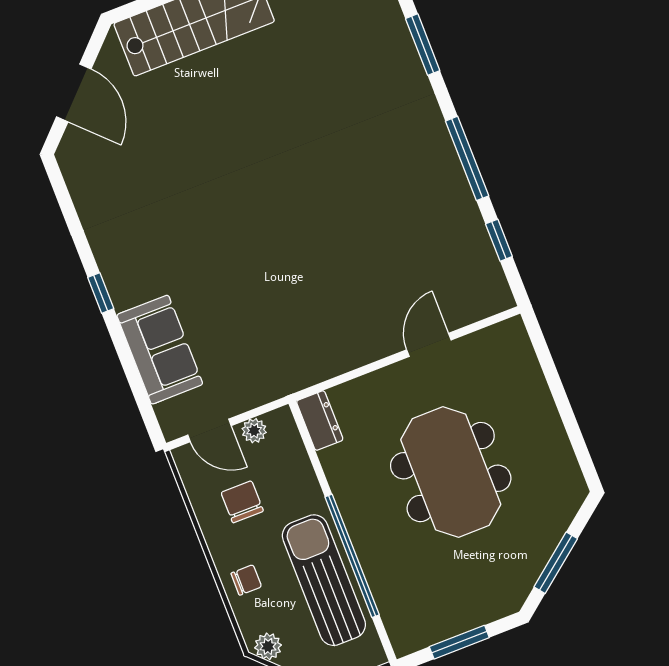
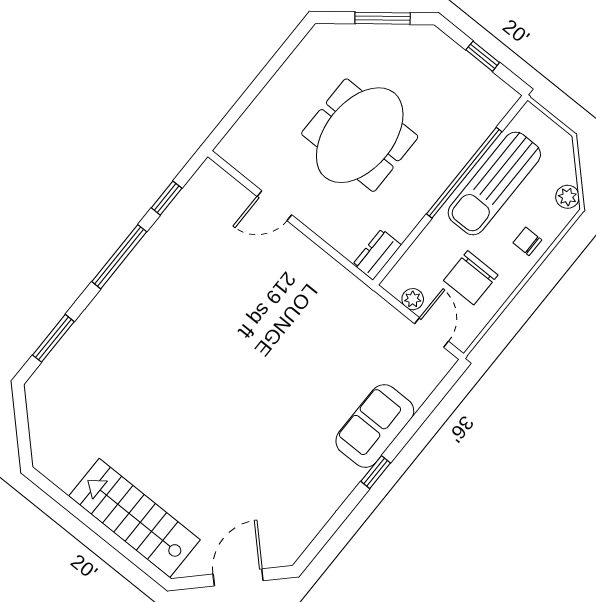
sofa: (160, 350) -> (375, 426), moved
chair: (242, 502) -> (471, 278), width x1.37, depth x1.37
window: (459, 642) -> (483, 56), width x0.67

